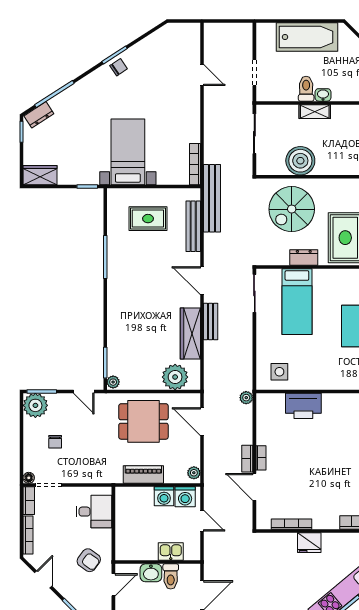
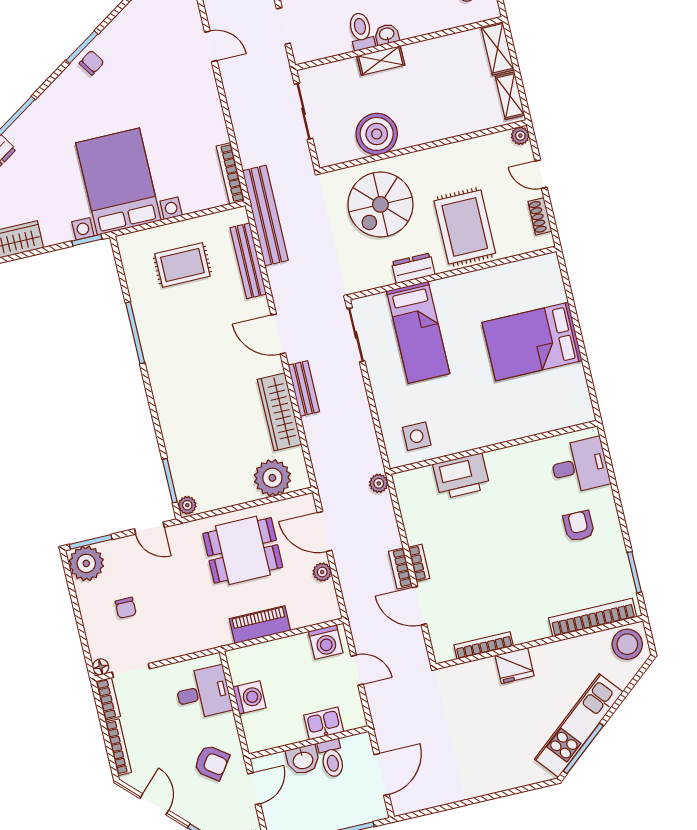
bed with nightstands: (128, 152) -> (118, 182), width x1.36
plant: (194, 473) -> (322, 572), moved
washing machine: (164, 496) -> (249, 697), moved, turned -90

